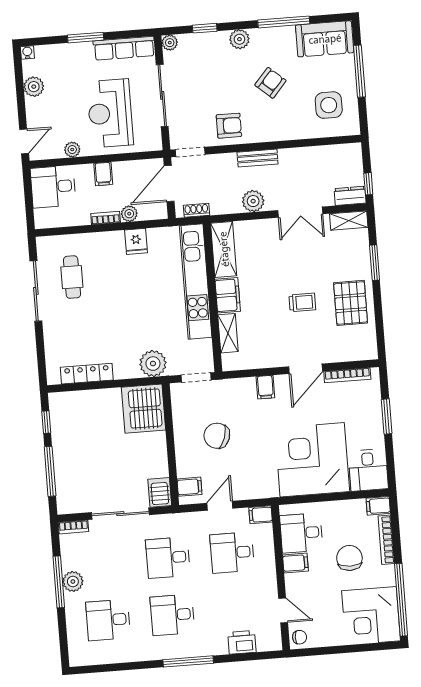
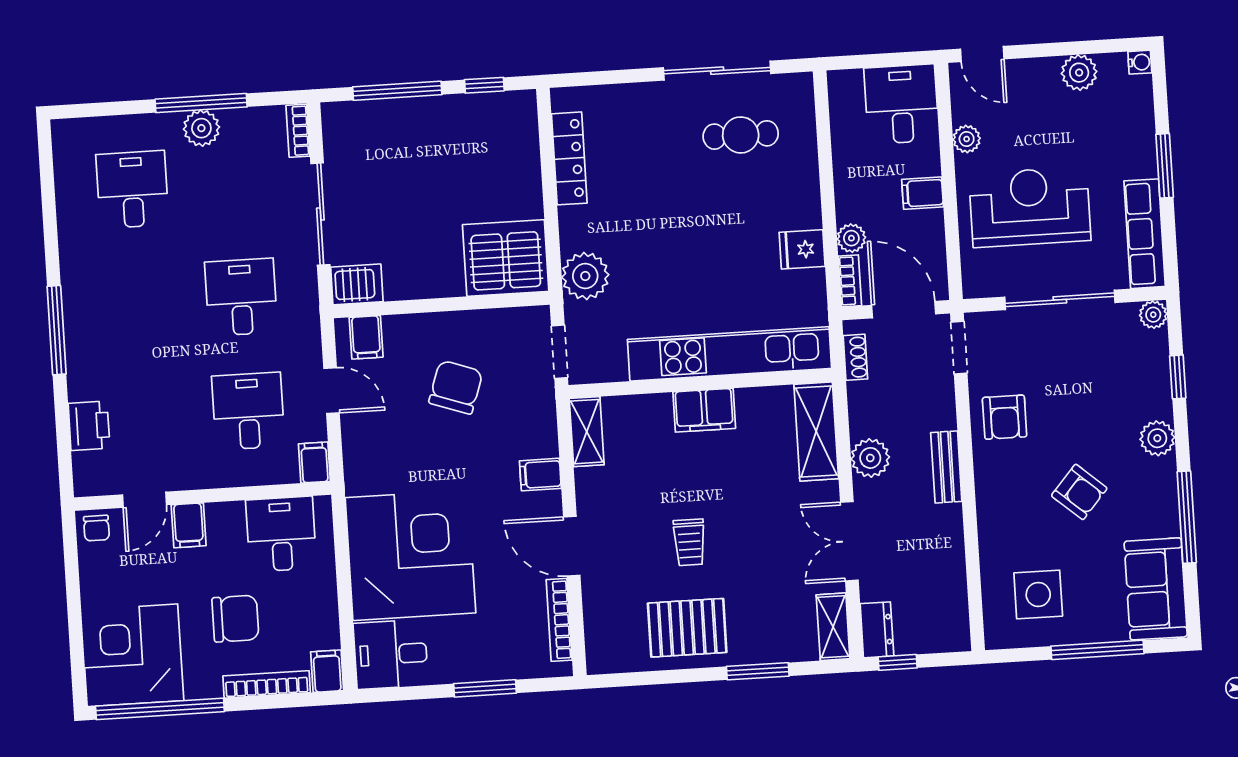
bookcase: (106, 218) -> (850, 281), moved
shelving: (224, 249) -> (816, 431), moved, turned 90
shelving: (228, 333) -> (587, 432), moved, turned 90
filing cabinet: (295, 563) -> (189, 525), moved
desk: (172, 615) -> (140, 304), removed

